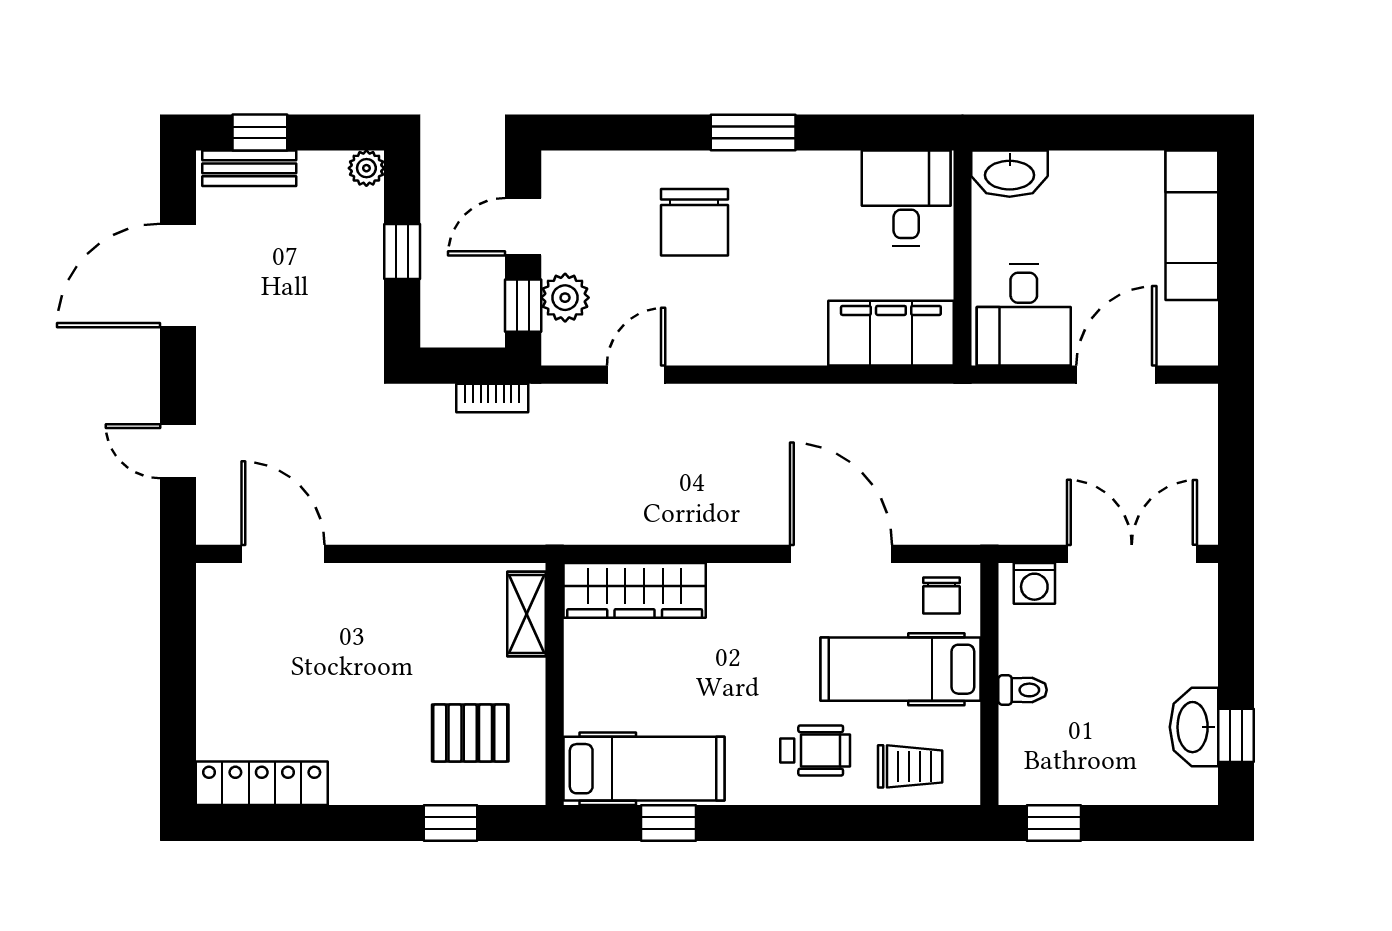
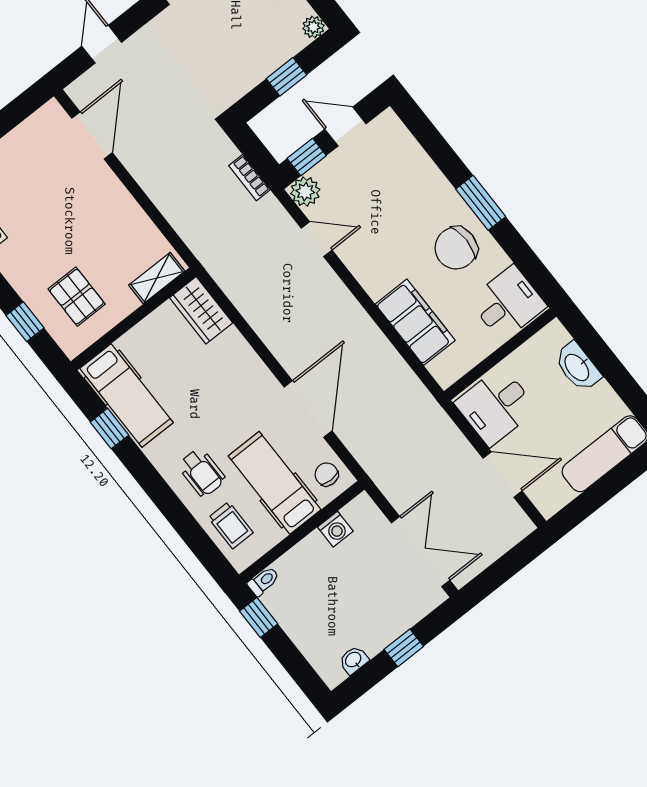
washbasin: (1010, 174) -> (577, 367), moved
chair: (694, 222) -> (456, 248), moved
plant: (565, 298) -> (305, 192), moved
filing cabinet: (891, 333) -> (415, 322), moved
washing machine: (1034, 583) -> (335, 529), moved, turned -90
wardrobe: (635, 590) -> (201, 310), width x0.67
chair: (941, 596) -> (327, 474), turned 90
toilet: (1023, 690) -> (264, 581), moved, turned -90
washbasin: (1194, 727) -> (353, 660), width x0.52, depth x0.69
window: (1236, 735) -> (404, 648), moved

